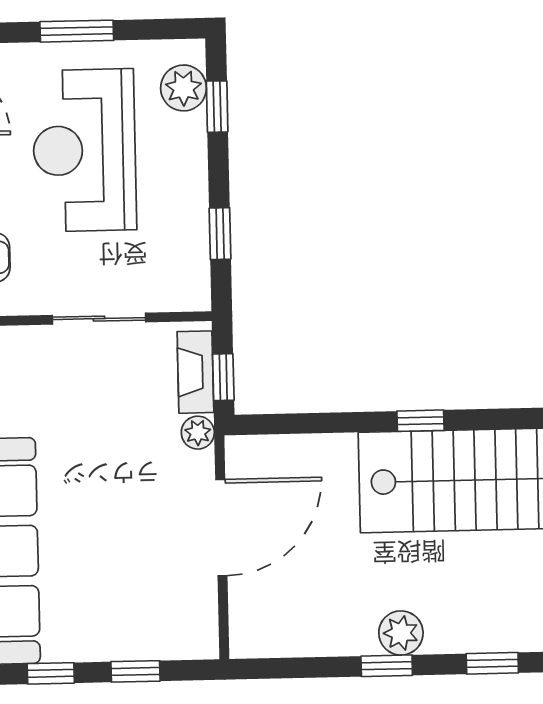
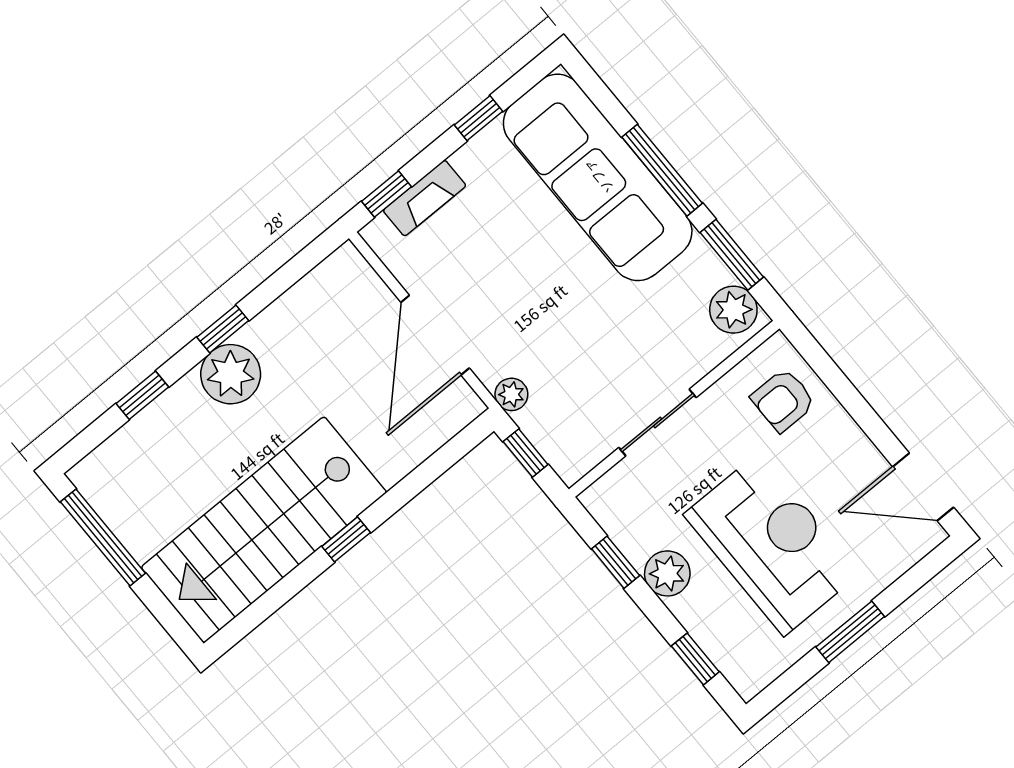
plant: (184, 88) -> (667, 573), moved
fireplace: (195, 372) -> (425, 198), moved, turned 90
plant: (401, 633) -> (231, 374), width x1.36, depth x1.36
window: (135, 671) -> (387, 194), moved

